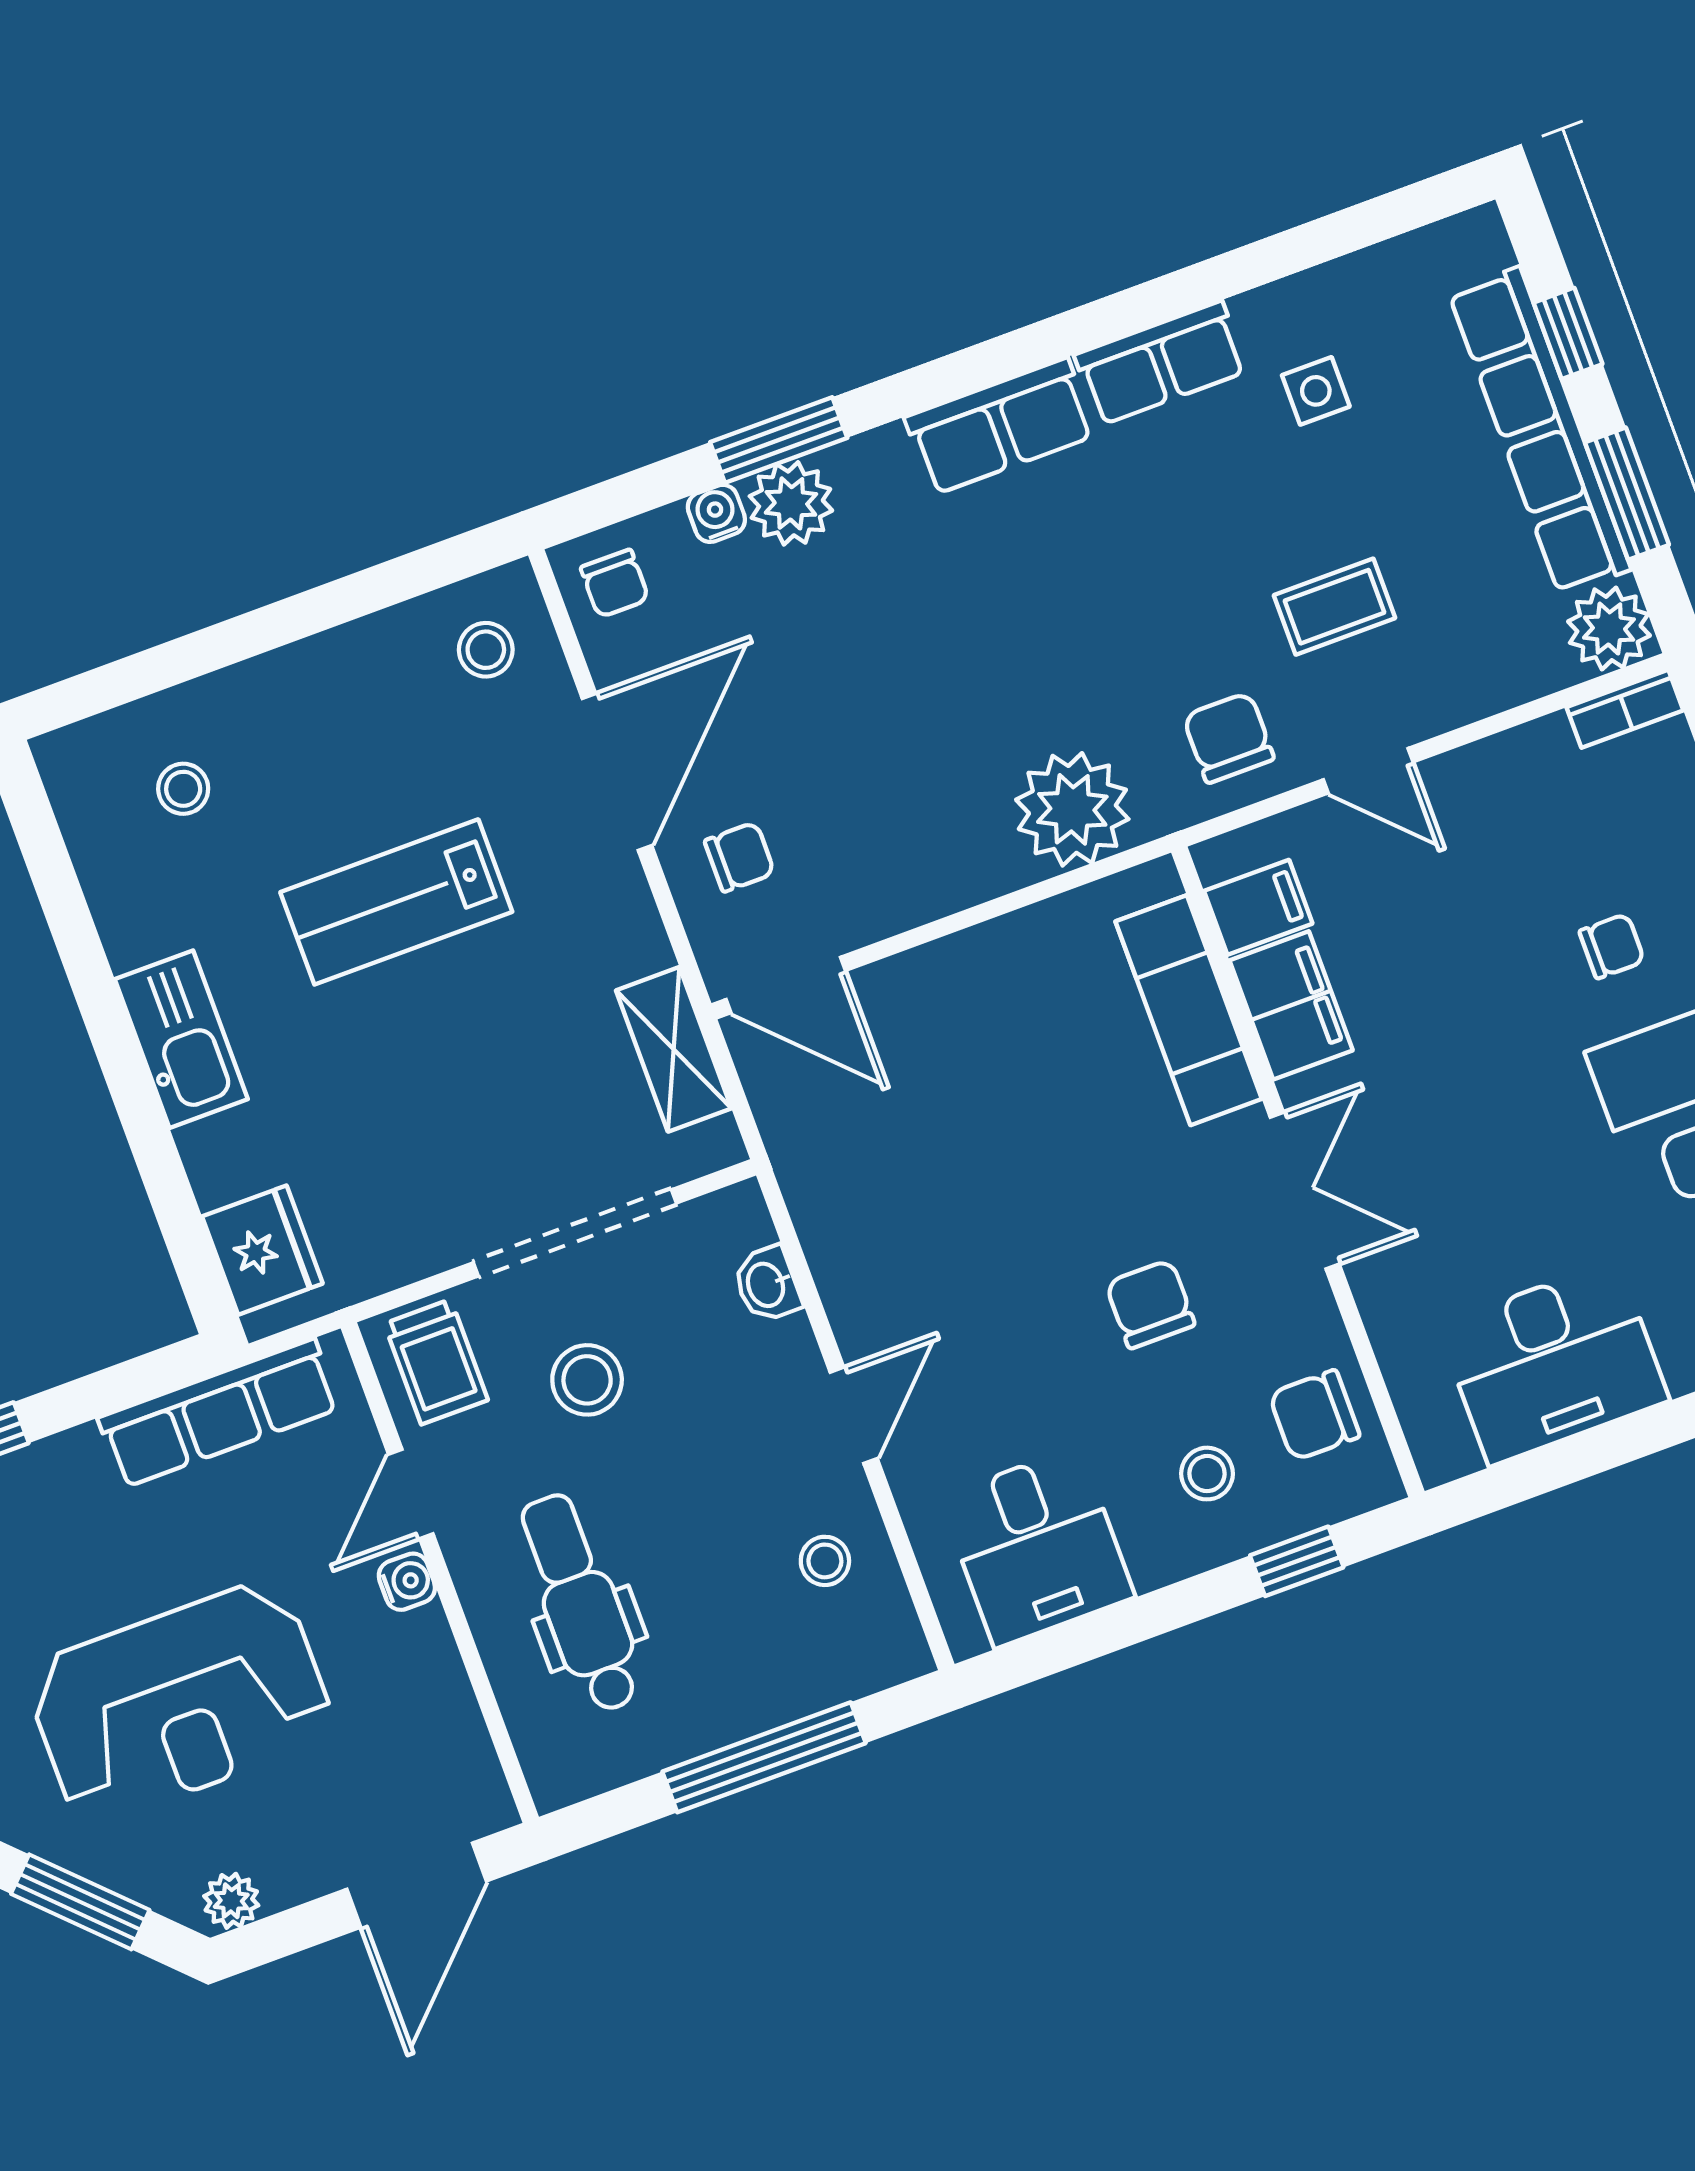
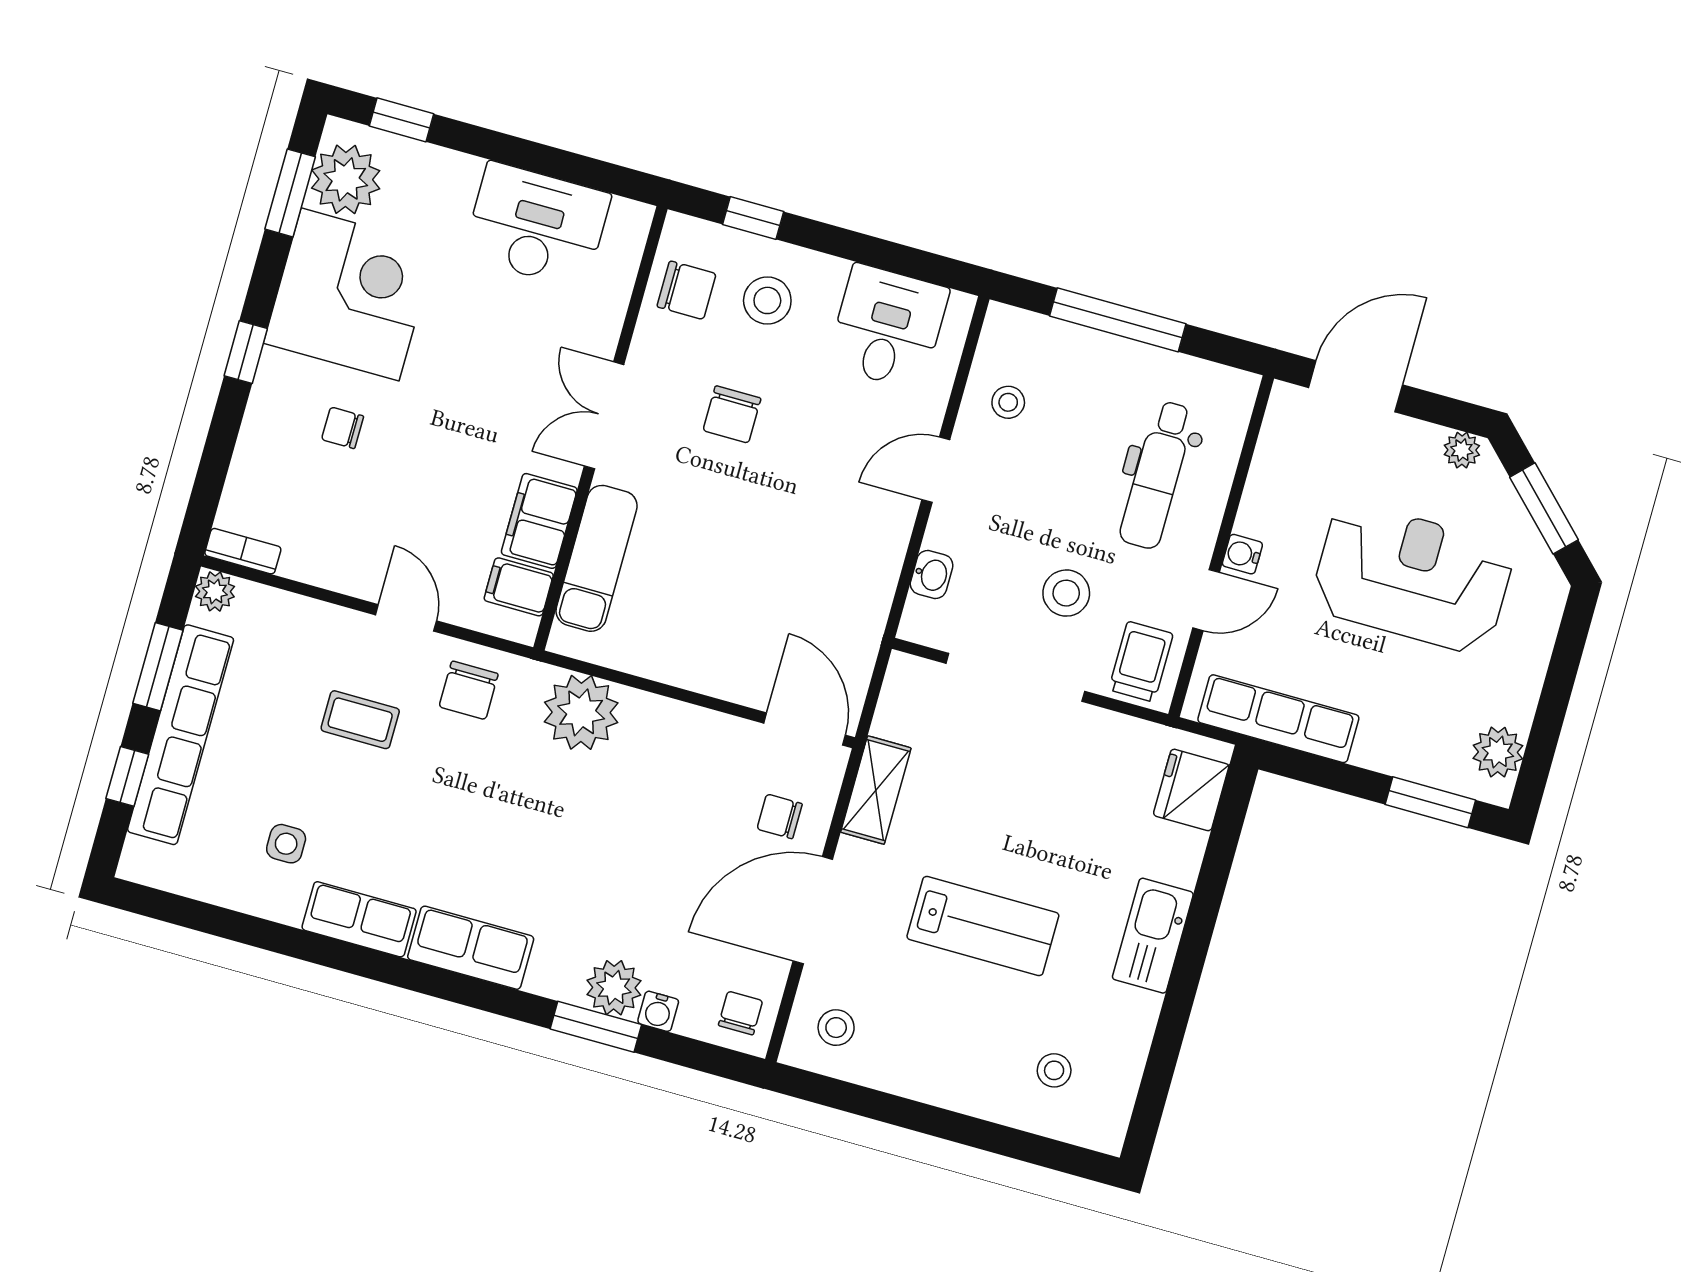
plant: (1609, 628) -> (215, 591), width x0.73, depth x0.73
shelving: (674, 1049) -> (876, 790), moved
stool: (1207, 1474) -> (767, 300), width x1.37, depth x1.37

